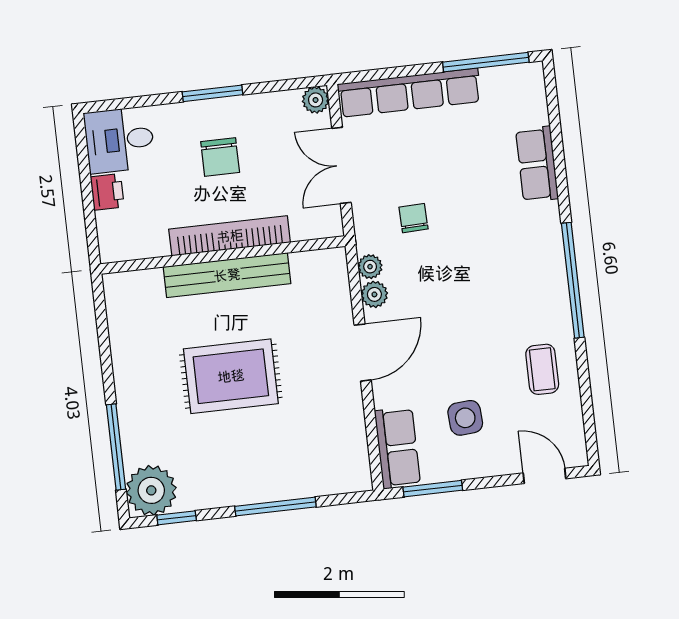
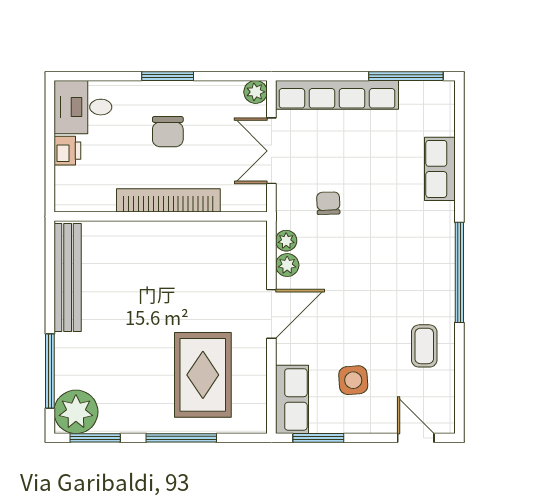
bench: (227, 275) -> (68, 278), moved, turned 90
rug: (231, 376) -> (203, 375), moved, turned 90
window: (177, 518) -> (95, 438), width x1.50

